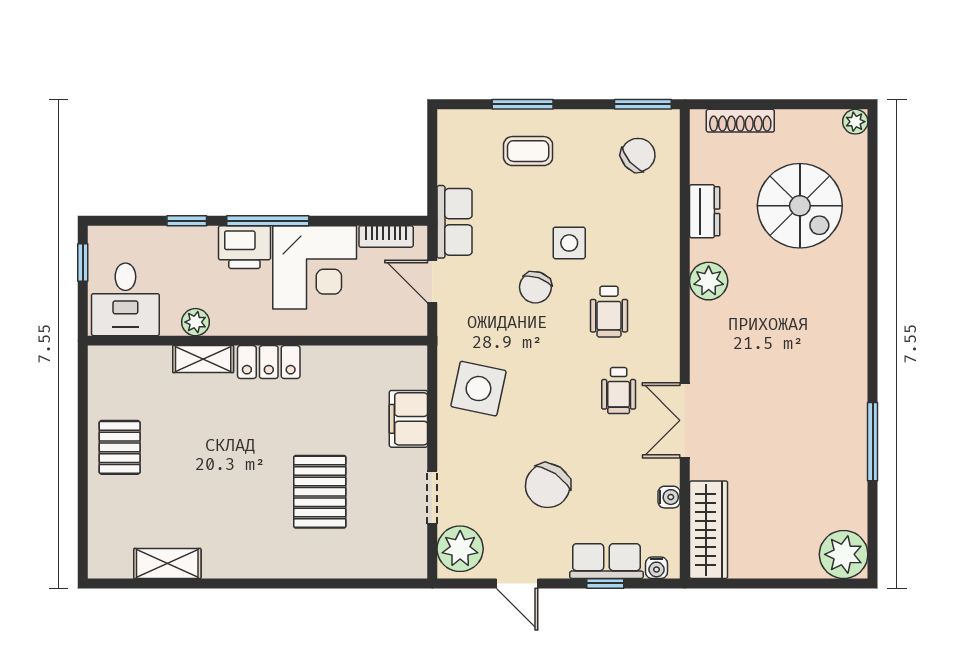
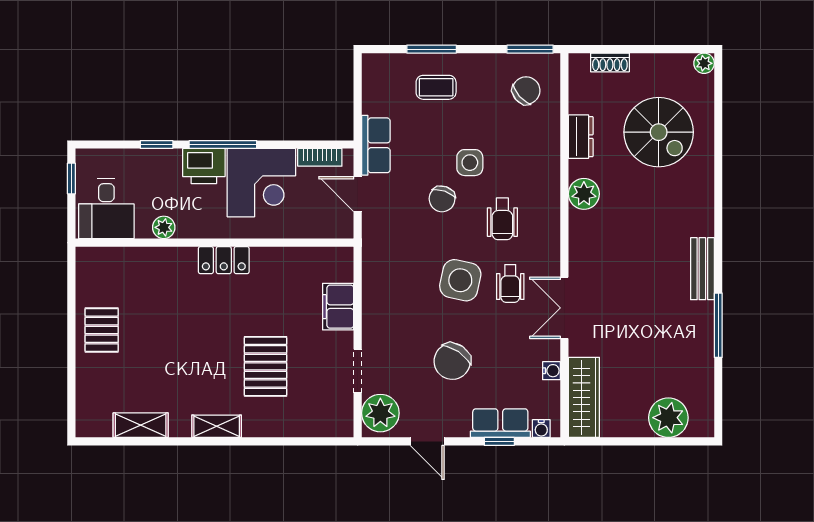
shoe rack: (740, 121) -> (610, 62), width x0.70
shelving: (203, 359) -> (217, 426), moved
bench: (853, 373) -> (702, 269), added
side table: (478, 389) -> (460, 280), moved
plant: (844, 554) -> (668, 418), moved

